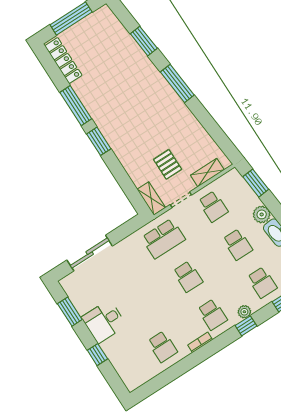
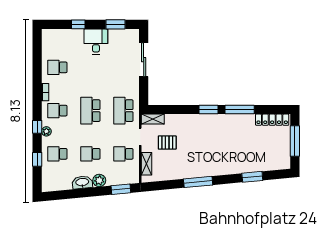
window: (177, 83) -> (198, 182), moved
school desk: (188, 277) -> (90, 111), width x1.85

